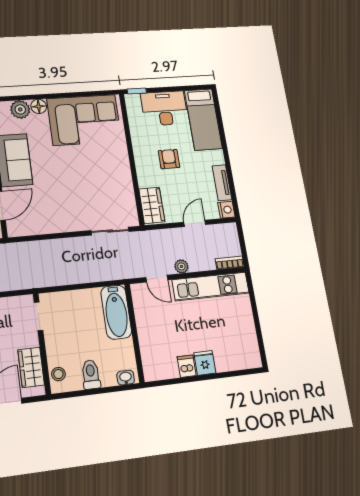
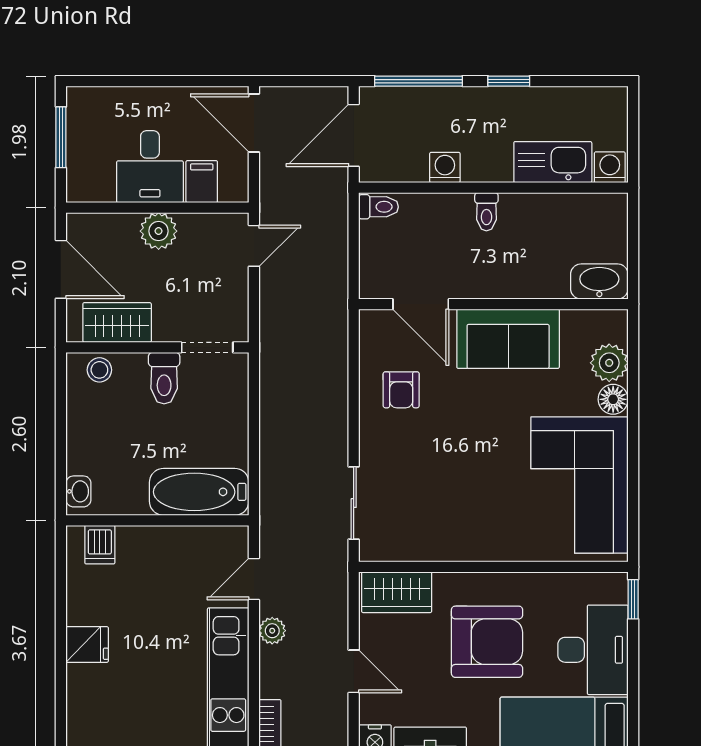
armchair: (169, 159) -> (487, 642), width x1.88, depth x1.88
armchair: (48, 212) -> (401, 390), added
dishwasher: (187, 366) -> (100, 545), moved, turned 90
toilet: (91, 374) -> (164, 378), moved, turned 90

